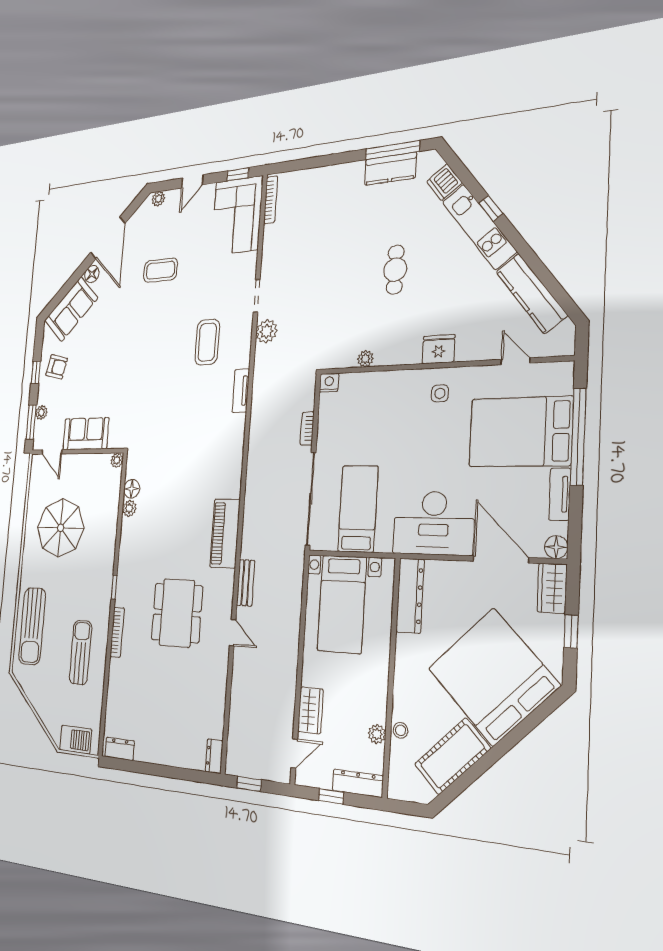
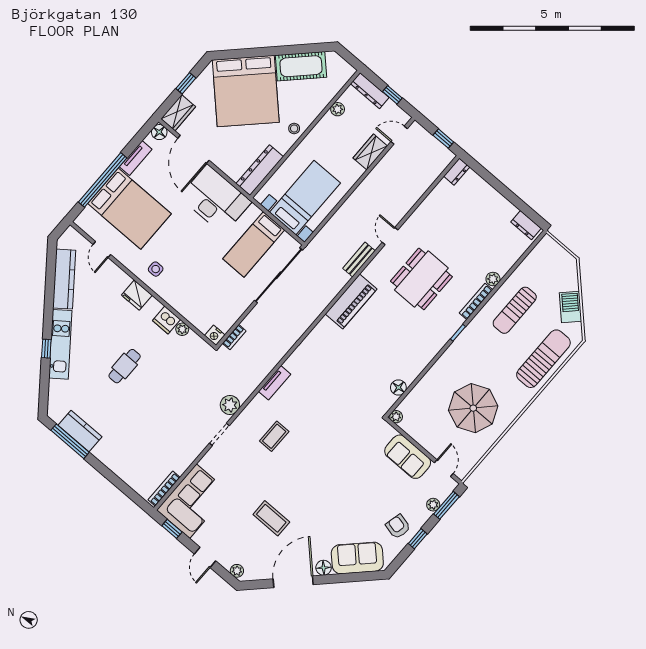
door: (192, 181) -> (205, 557), swing flipped
dishwasher: (444, 182) -> (166, 320), moved, turned 128
coffee table: (207, 342) -> (274, 436), width x0.73, depth x0.77
bookcase: (307, 429) -> (234, 337), moved
plant: (129, 508) -> (493, 279), moved
stool: (401, 730) -> (294, 128), moved
barbecue: (76, 740) -> (570, 307), moved, turned 45

